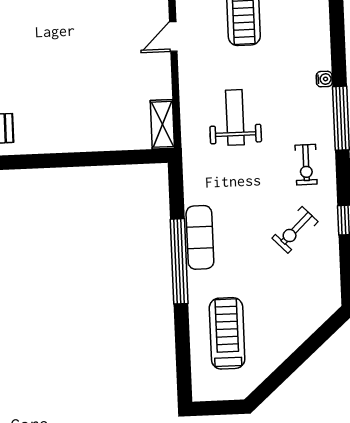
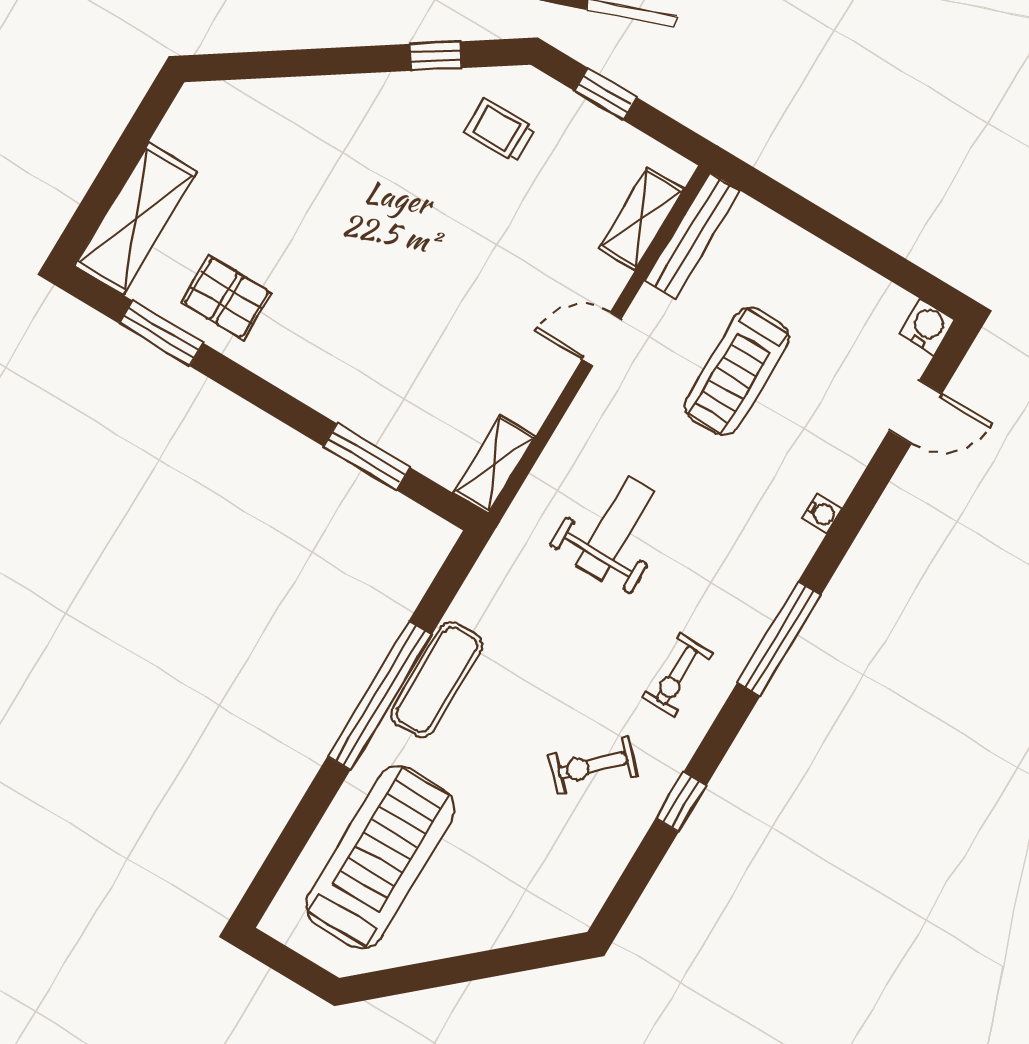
water cooler: (324, 79) -> (822, 513), moved
window: (103, 158) -> (367, 457), added
treadmill: (227, 333) -> (380, 857), width x1.37, depth x1.37

